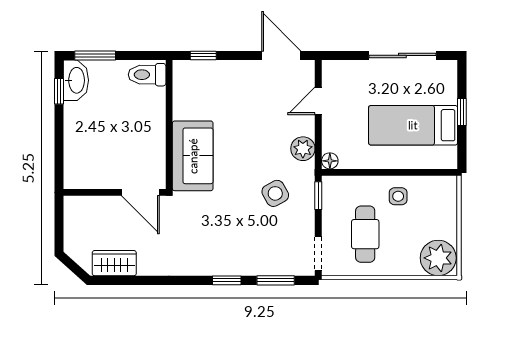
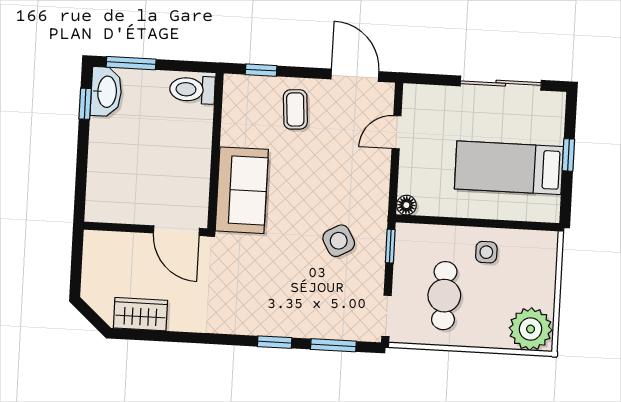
coffee table: (233, 87) -> (295, 109), added
plant: (303, 149) -> (375, 189), removed

